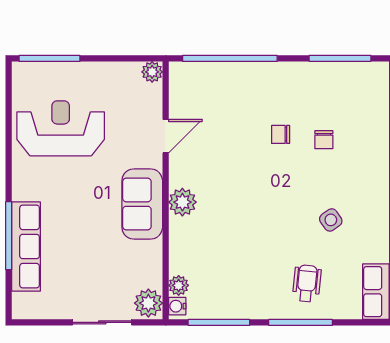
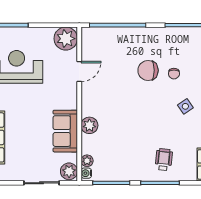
plant: (152, 72) -> (66, 39), width x1.87, depth x1.87
chair: (281, 134) -> (148, 70), width x1.87, depth x1.87
plant: (182, 202) -> (89, 125), moved
sofa: (142, 204) -> (65, 131), moved
side table: (331, 220) -> (185, 106), moved

